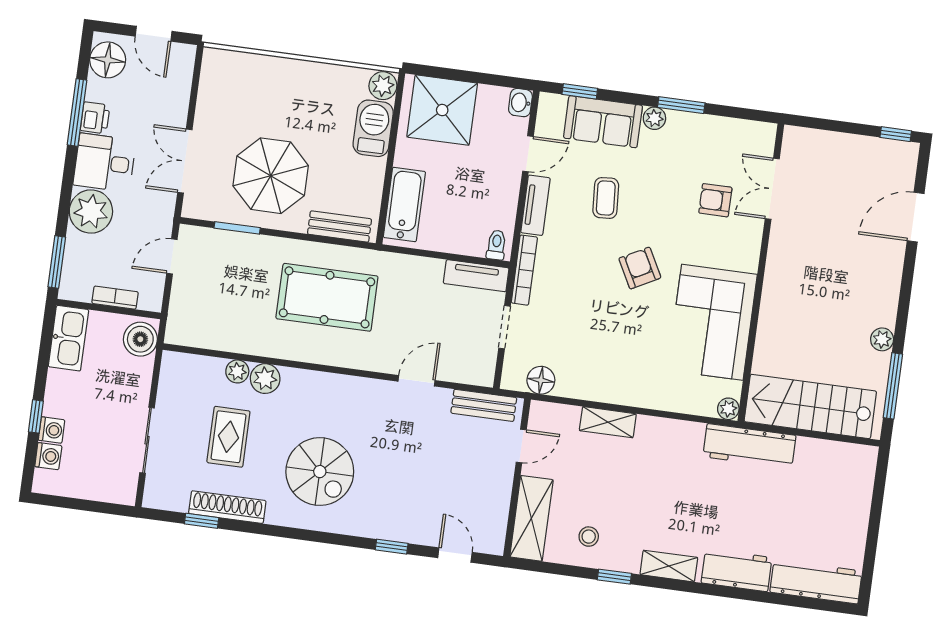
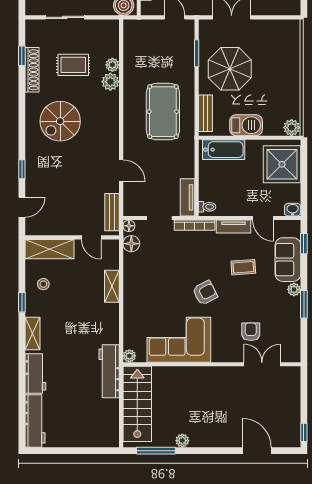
barbecue: (373, 128) -> (246, 125), moved
floor lamp: (511, 380) -> (129, 226), added

